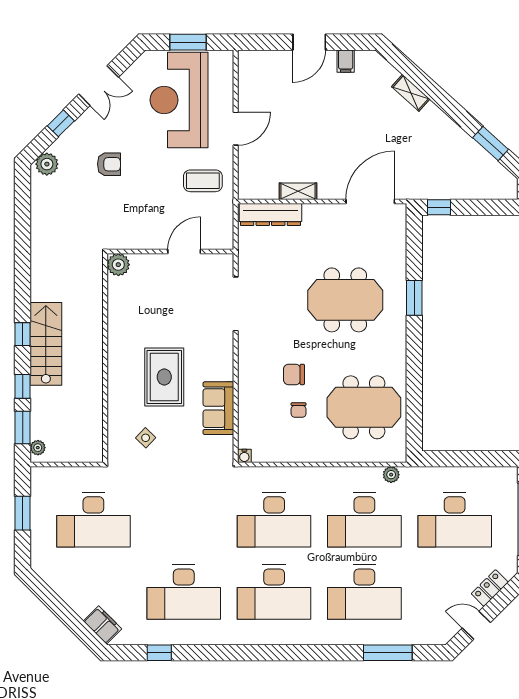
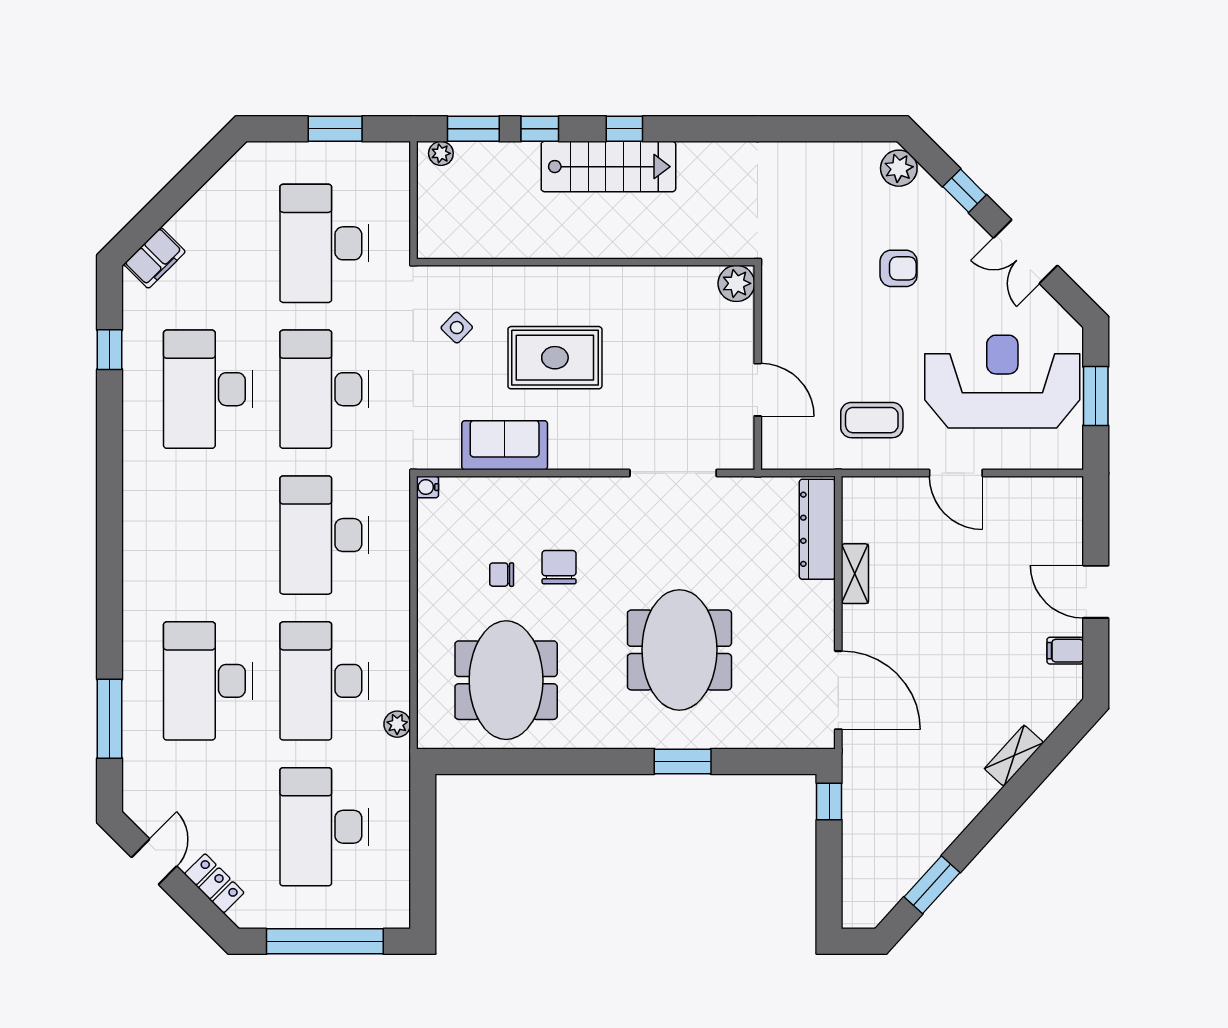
armchair: (109, 164) -> (899, 268), turned -90
coffee table: (203, 181) -> (872, 420), turned 90
desk: (274, 592) -> (324, 389), moved

